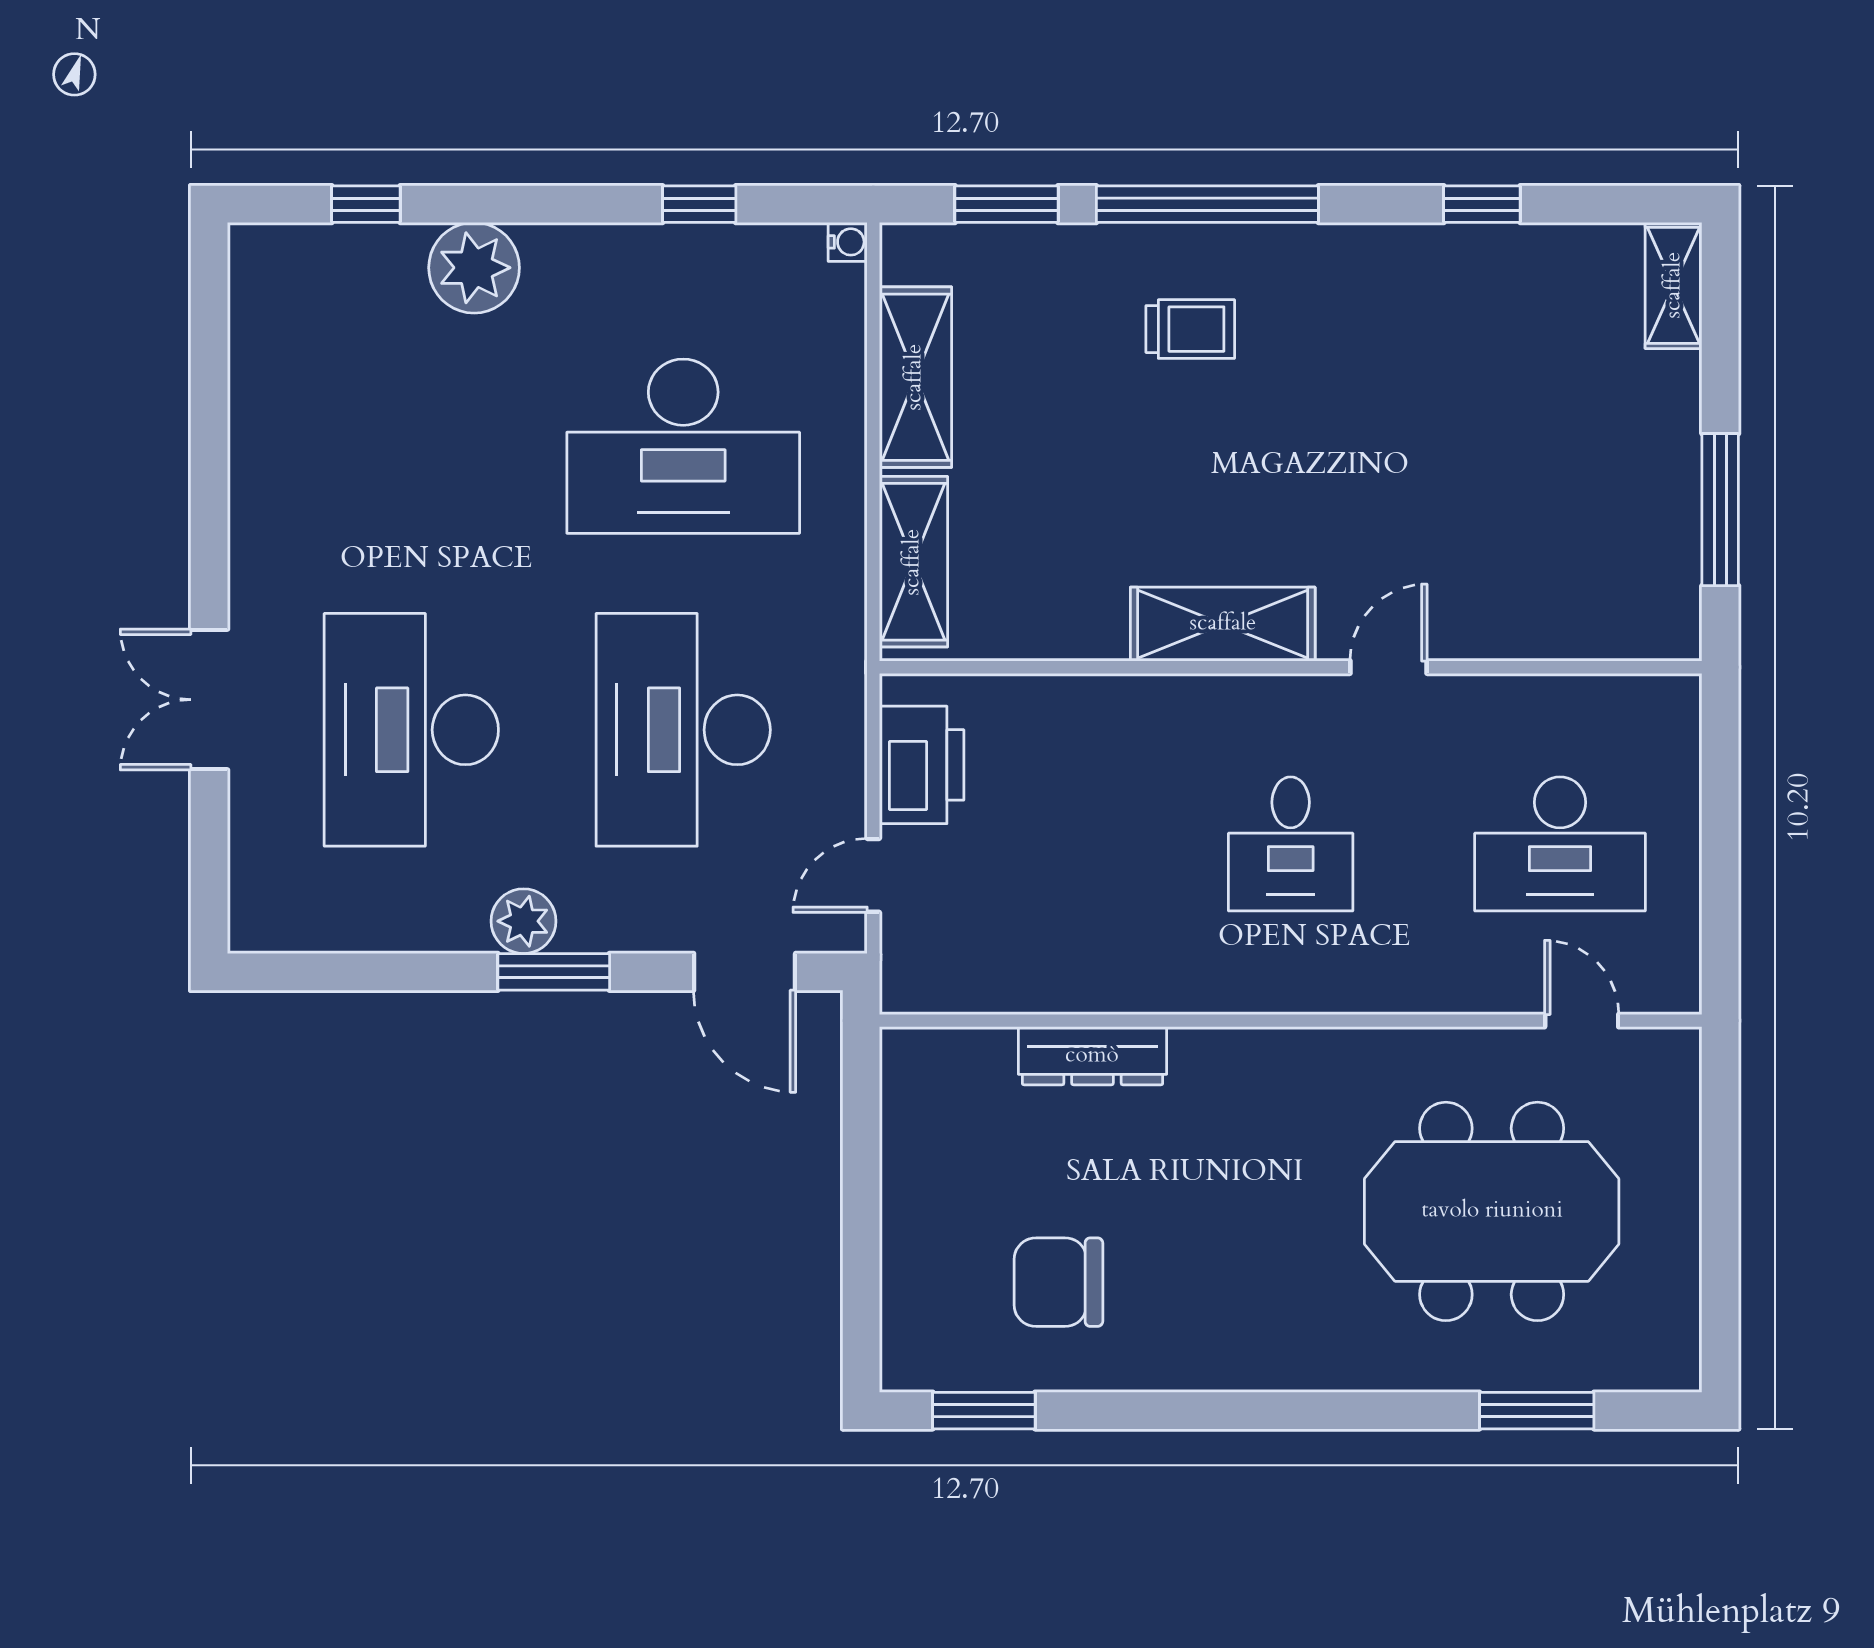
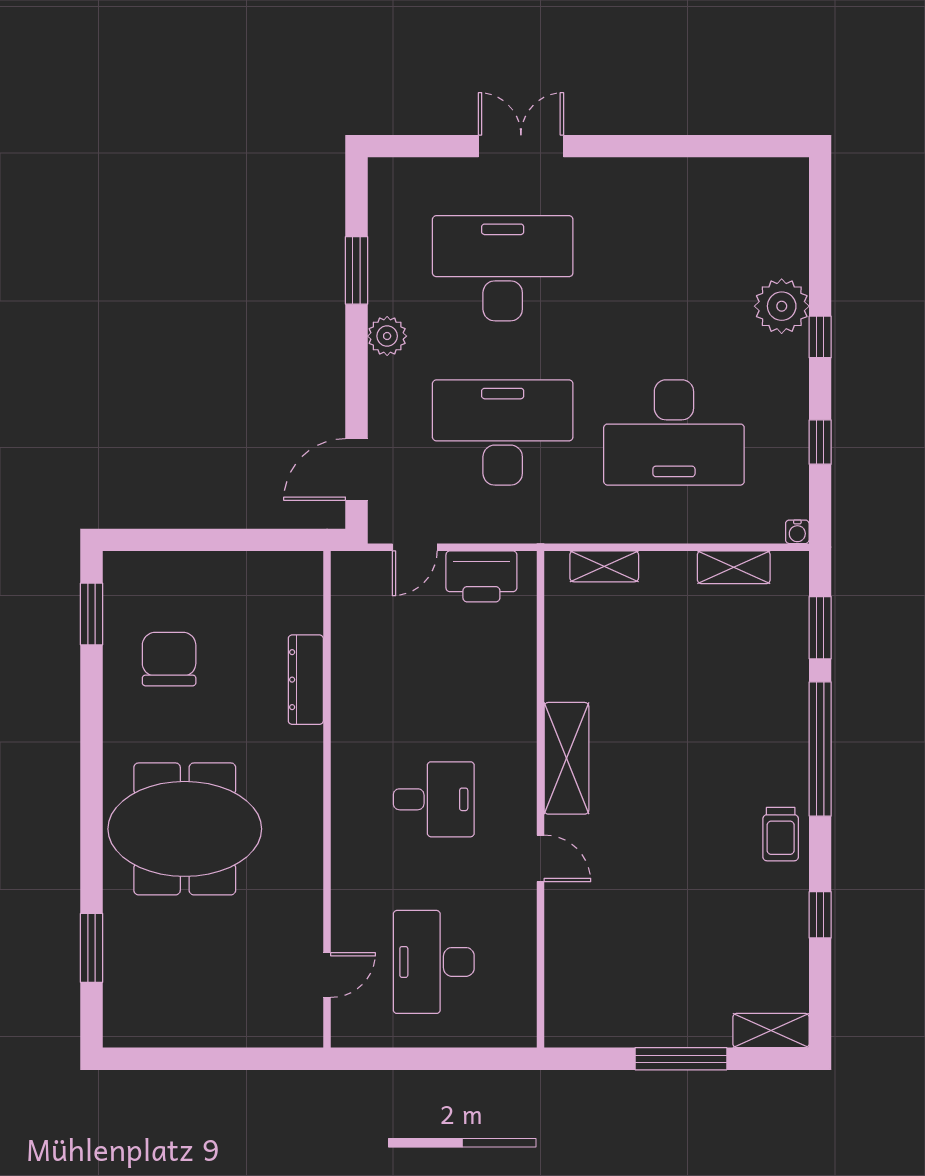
window: (366, 204) -> (820, 337), moved
trolley: (1190, 329) -> (781, 834), moved
shelving: (915, 377) -> (734, 567), width x0.67, depth x0.75
desk: (683, 446) -> (674, 432), turned -90
window: (1720, 510) -> (681, 1059), moved
shelving: (913, 562) -> (604, 566), width x0.67, depth x0.75
desk: (1291, 844) -> (434, 799), turned 180
door: (873, 875) -> (415, 547), swing flipped
window: (554, 972) -> (356, 270), moved
meeting table: (1492, 1211) -> (185, 829), moved, turned 90

